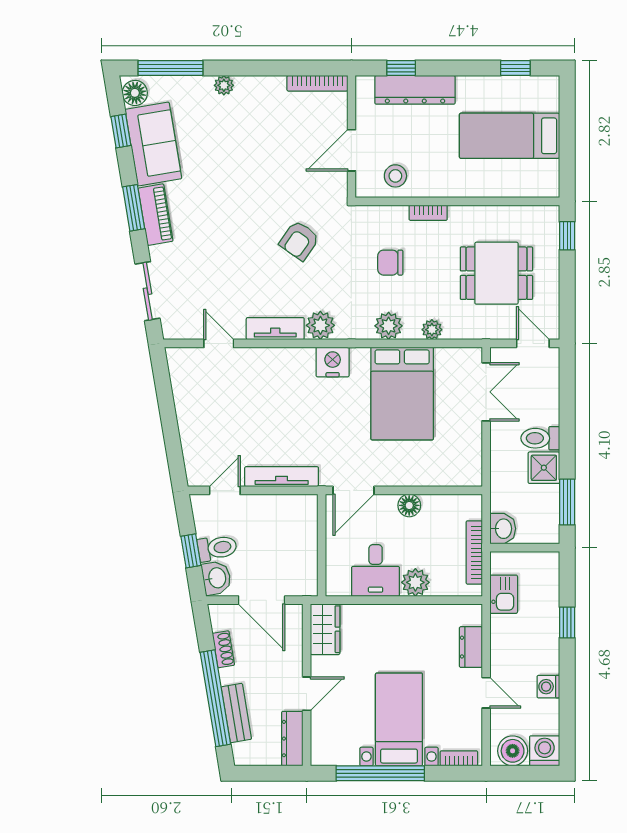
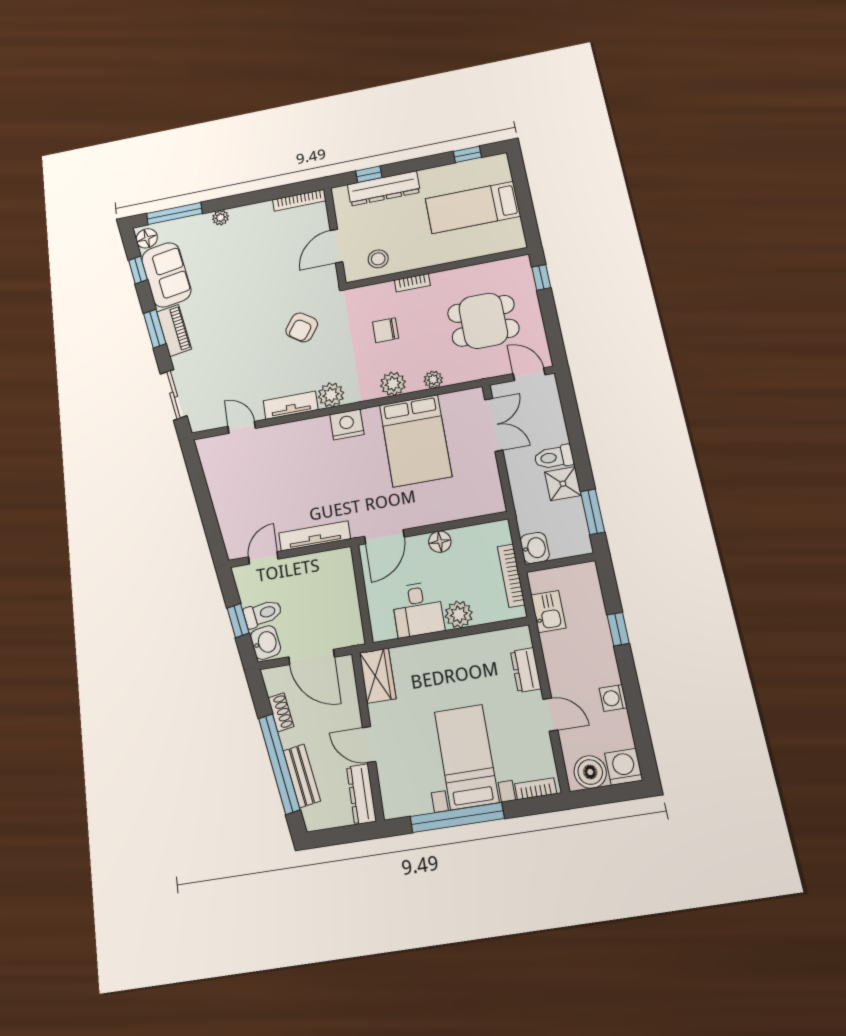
door: (307, 694) -> (369, 744), swing flipped

